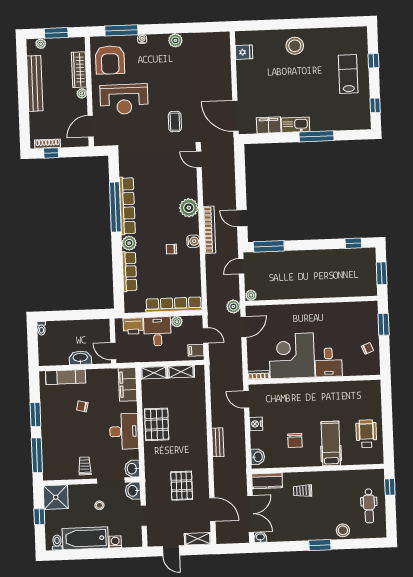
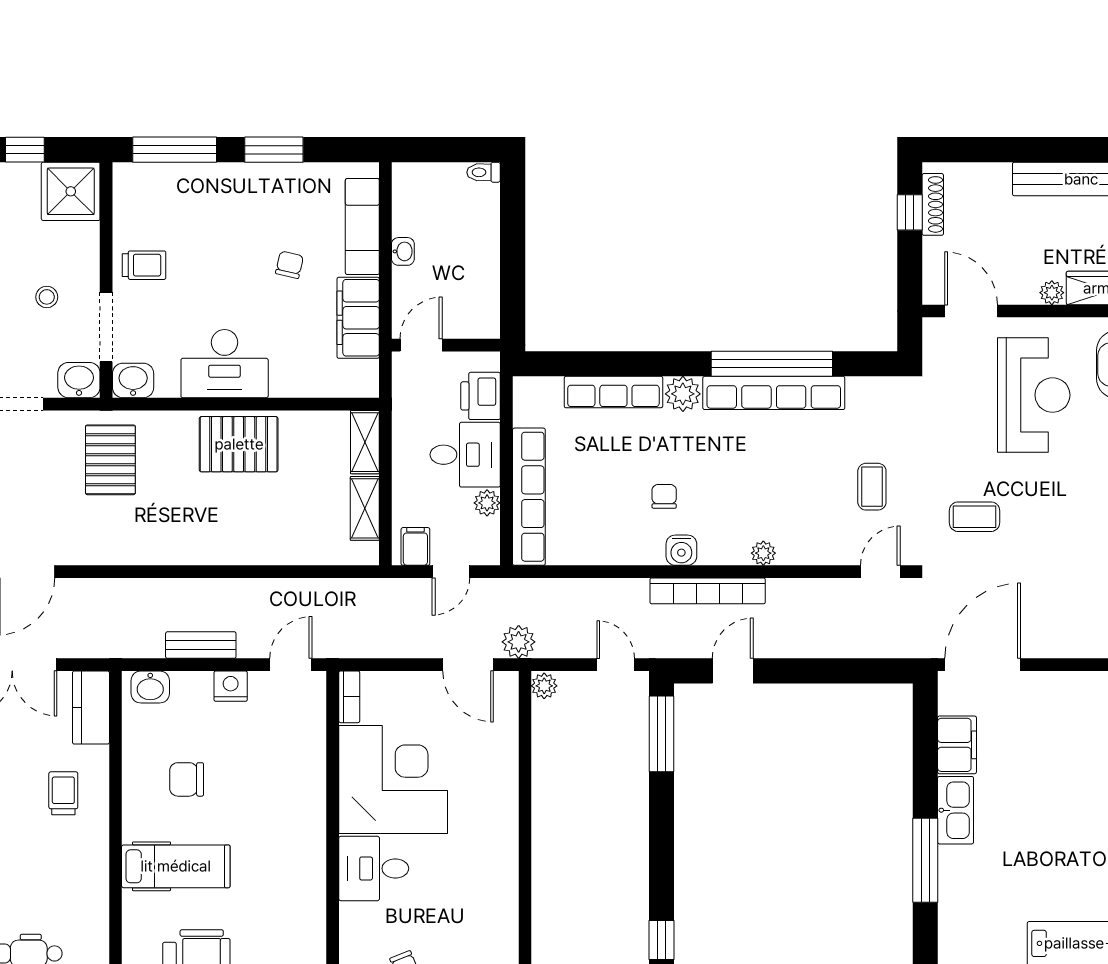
reception desk: (124, 99) -> (1034, 395), turned 180
coffee table: (164, 164) -> (872, 487), added
plant: (189, 208) -> (763, 553), width x0.53, depth x0.53
washbasin: (80, 358) -> (403, 251), width x0.52, depth x0.69
filing cabinet: (128, 384) -> (358, 318), moved, turned -90
bench: (218, 442) -> (201, 645), moved
pallet: (182, 486) -> (110, 460), moved, turned 90

